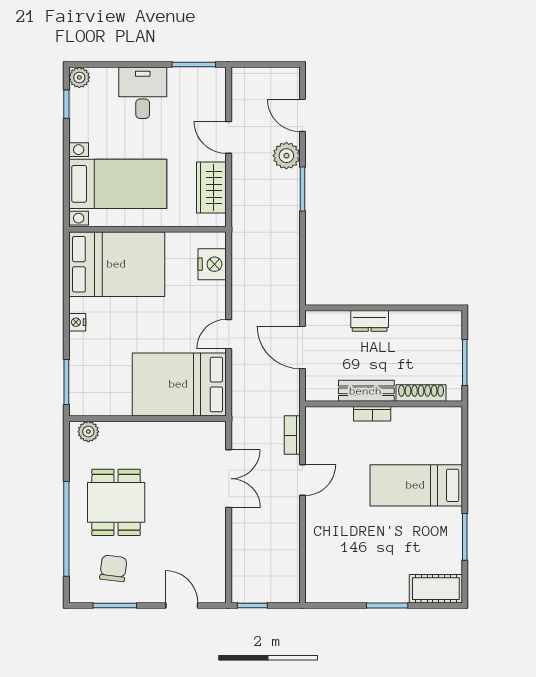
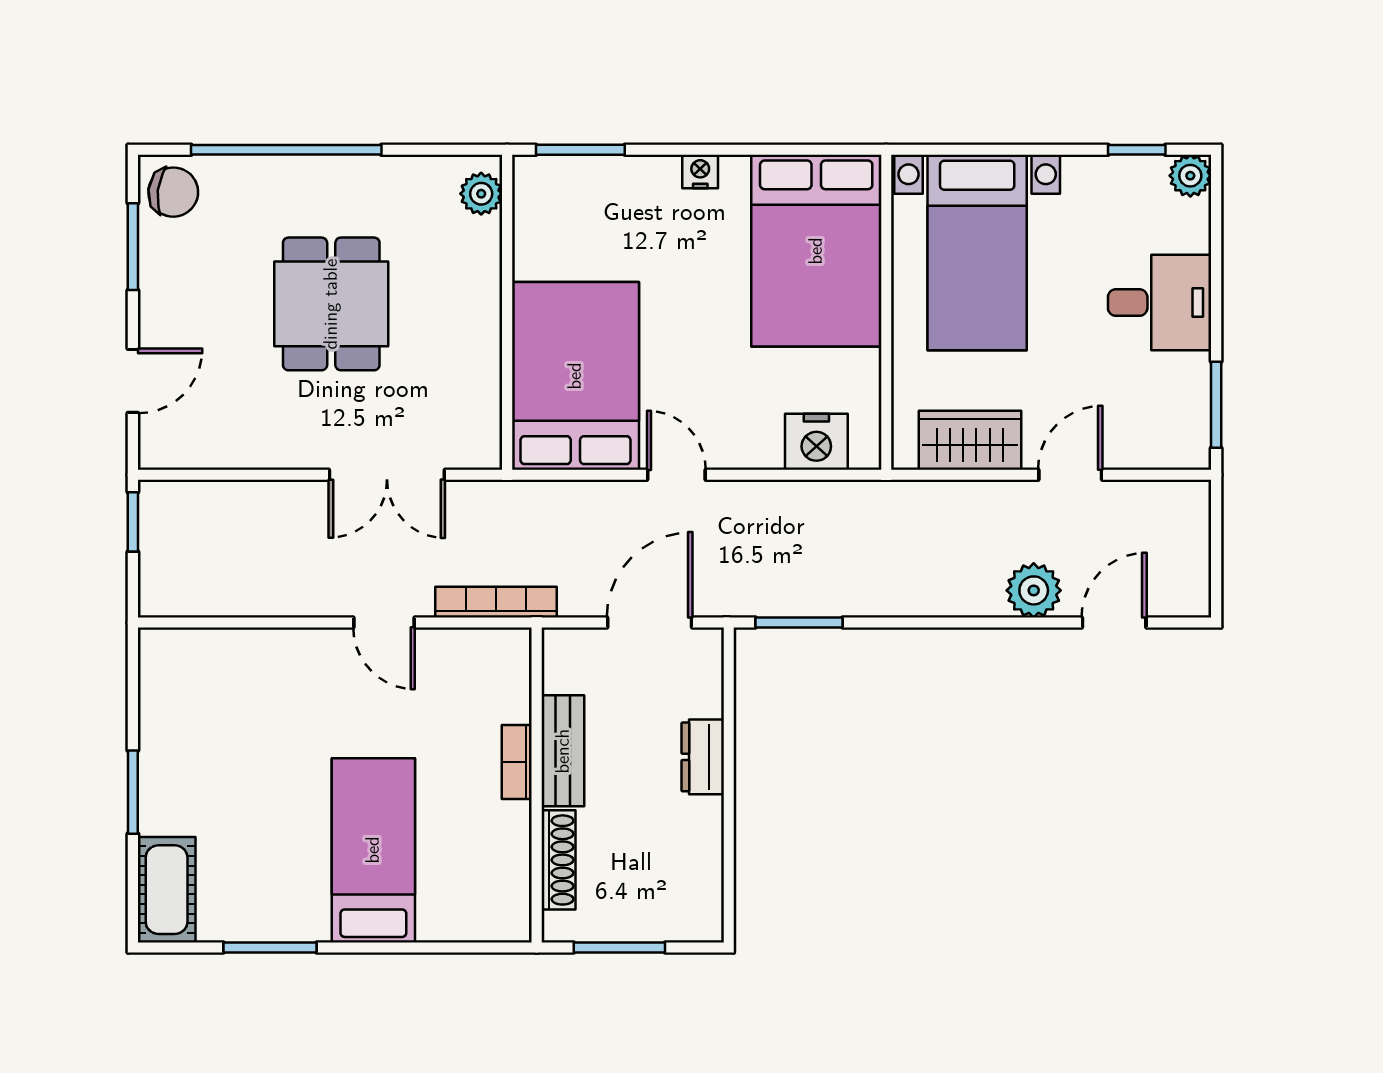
window: (302, 189) -> (799, 623), moved
bookcase: (292, 435) -> (496, 602), width x1.56
dining table: (116, 502) -> (331, 304), moved, turned 90
chair: (113, 568) -> (173, 192), moved

